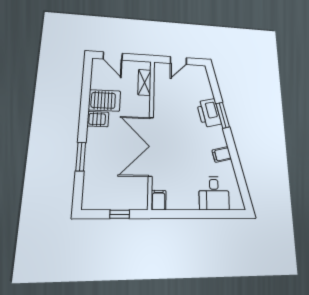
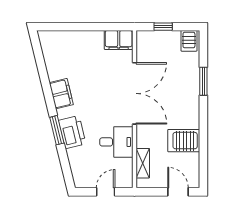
server rack: (98, 119) -> (189, 41), moved, turned -90
filing cabinet: (222, 154) -> (61, 94), width x2.00
desk: (214, 193) -> (116, 142), moved, turned 90
filing cabinet: (159, 200) -> (119, 40), width x2.00

